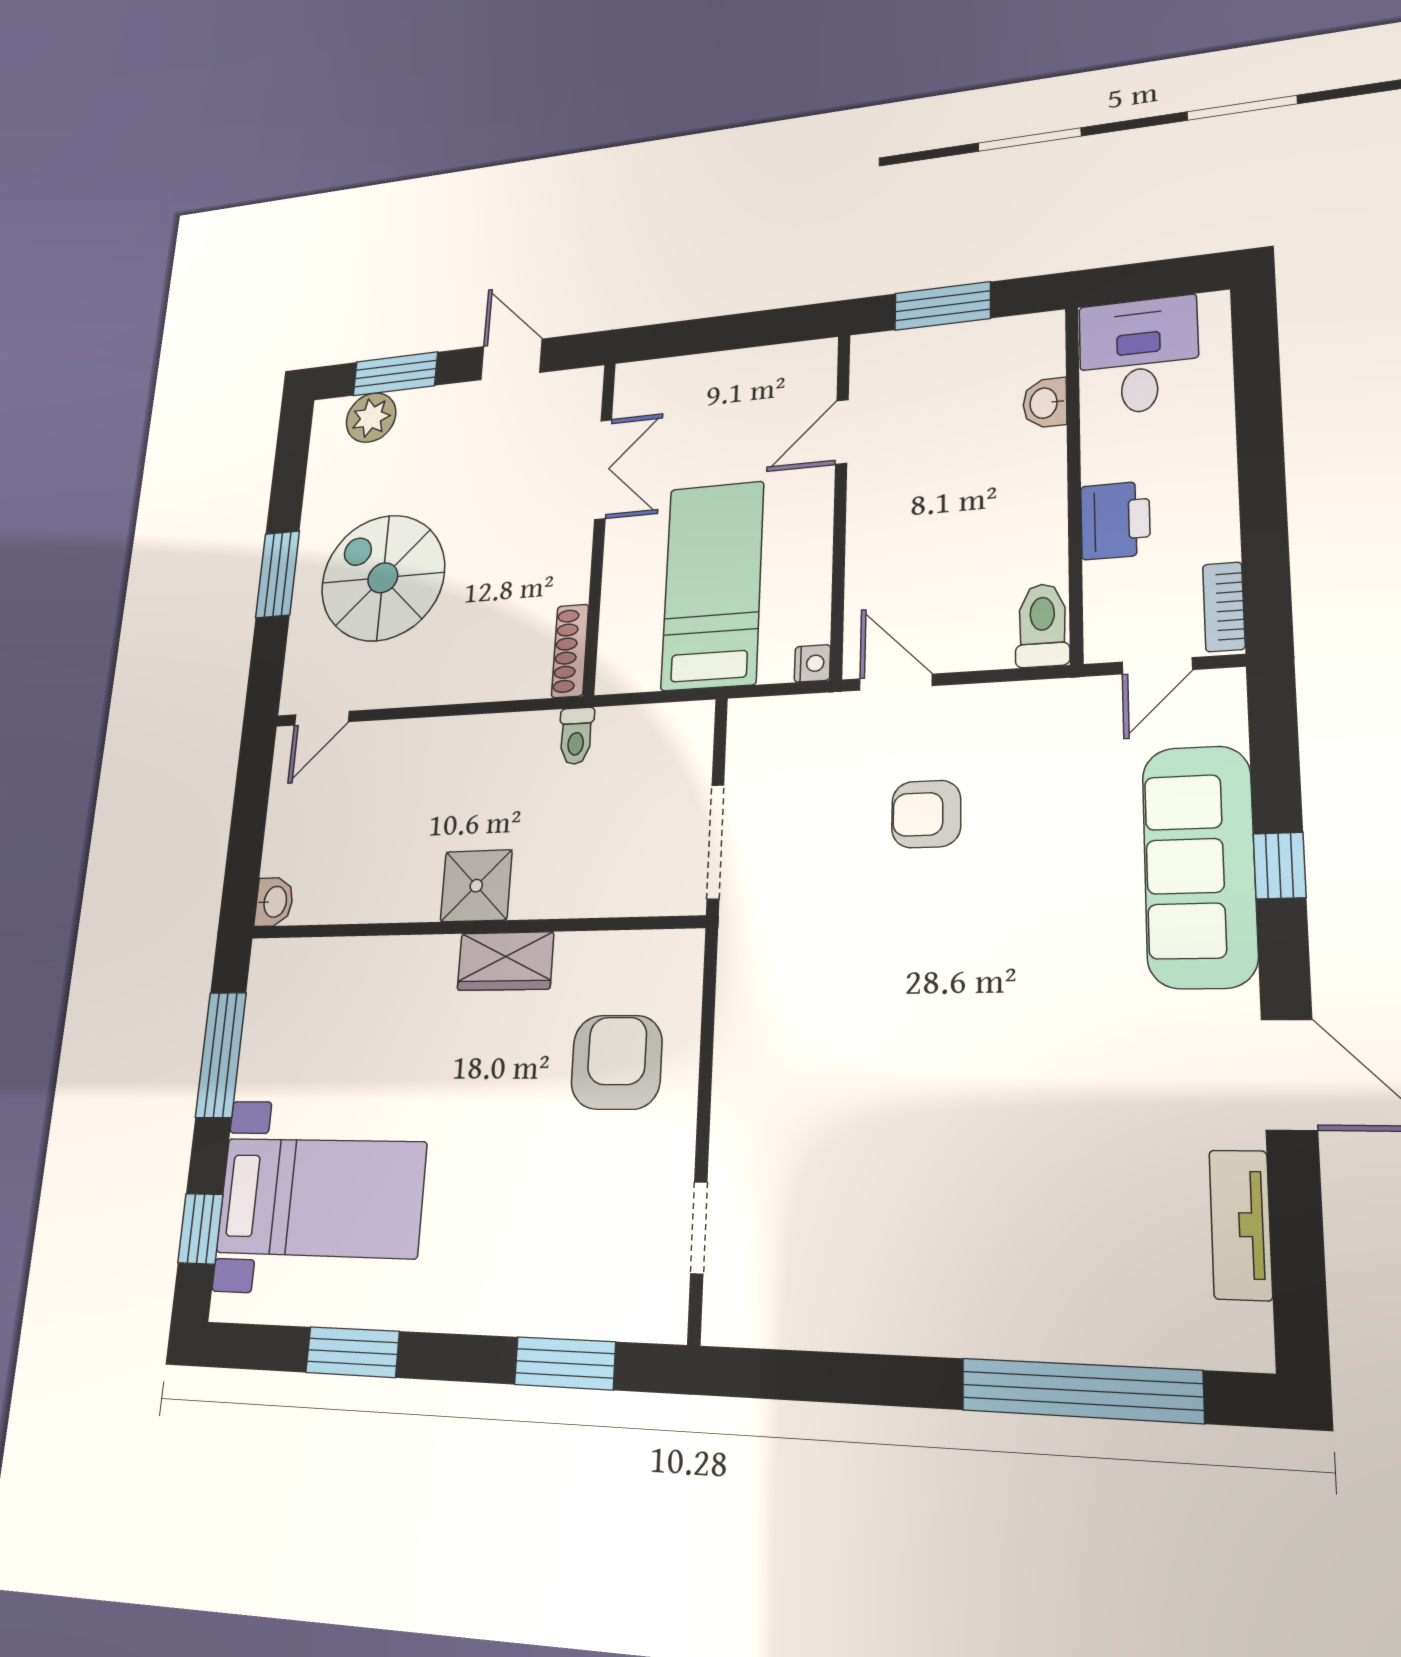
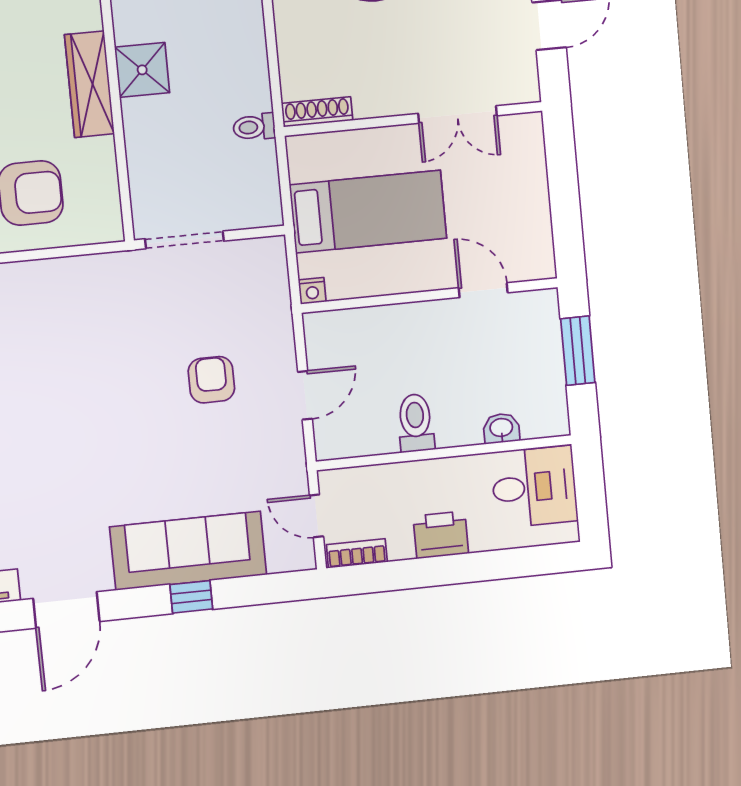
printer: (1115, 520) -> (441, 535), moved, turned 180
toilet: (1042, 625) -> (416, 423), moved, turned -90
door: (896, 682) -> (305, 395), moved
wardrobe: (505, 961) -> (89, 84), width x1.50

